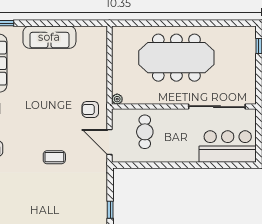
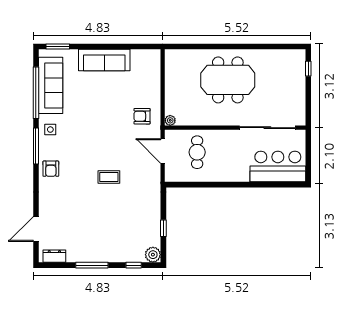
meeting table: (176, 58) -> (228, 80), width x0.73
armchair: (90, 109) -> (142, 116), moved
door: (110, 142) -> (163, 151), moved

